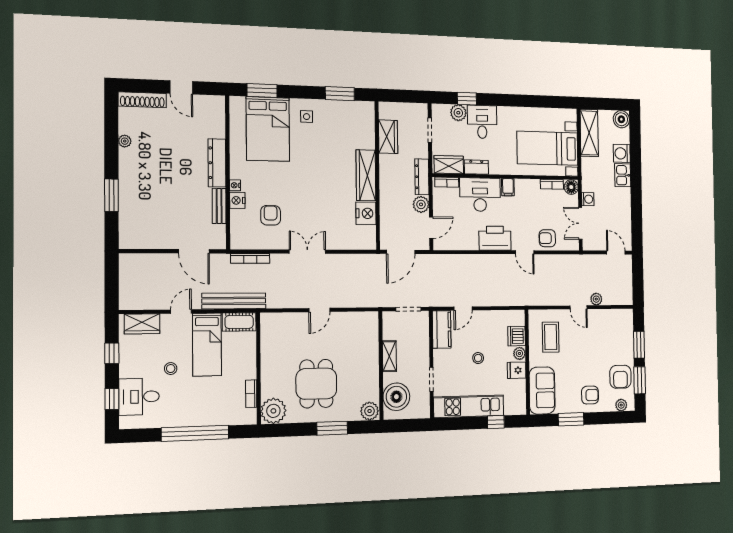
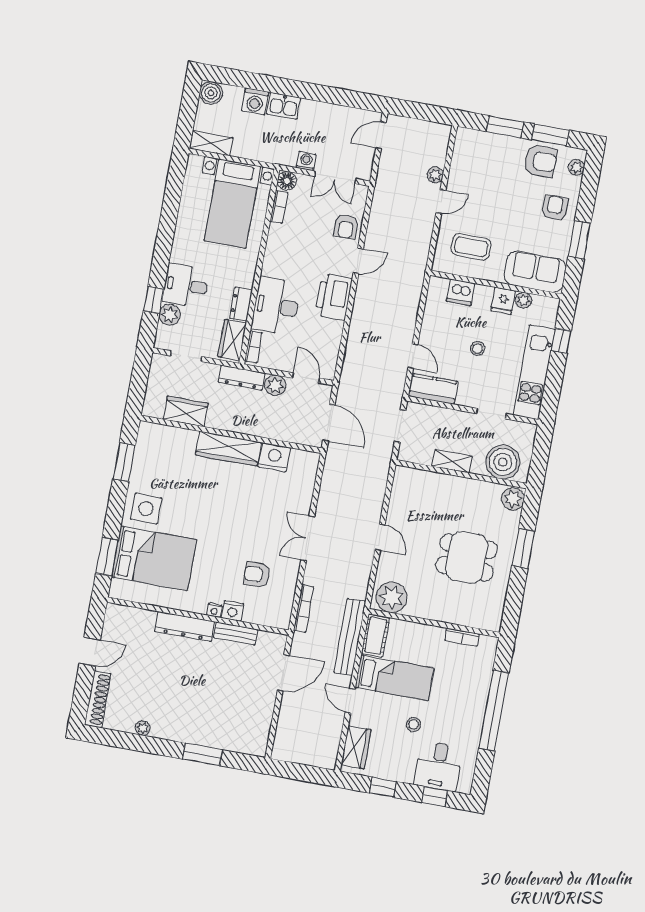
side table: (307, 117) -> (146, 509), width x1.87, depth x1.87
shelving: (589, 133) -> (211, 143), width x0.67, depth x0.75
filing cabinet: (508, 187) -> (273, 267), removed
plant: (519, 353) -> (523, 300), moved
plant: (273, 411) -> (392, 597), moved

